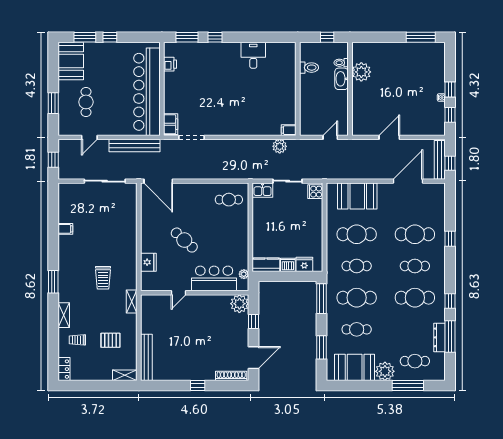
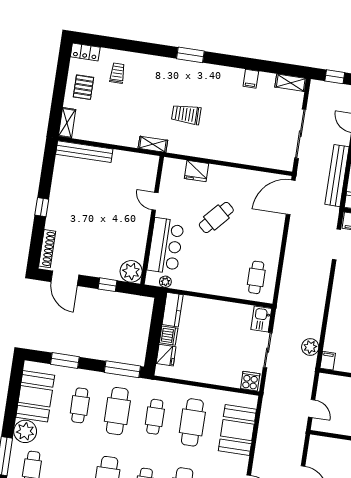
shelving: (64, 315) -> (291, 83), moved
pallet: (110, 340) -> (83, 87), moved

